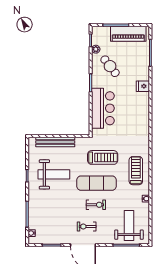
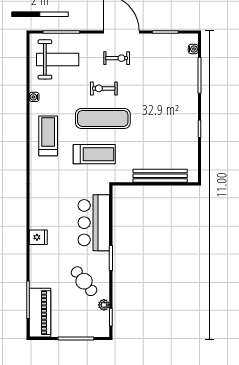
piano: (128, 34) -> (40, 313), moved, turned 90
fridge: (143, 86) -> (38, 237), moved
treadmill: (103, 157) -> (94, 154), turned 180
treadmill: (136, 171) -> (48, 136), turned 180
weight bench: (54, 174) -> (162, 131), removed
weight bench: (129, 226) -> (58, 59), turned -90

